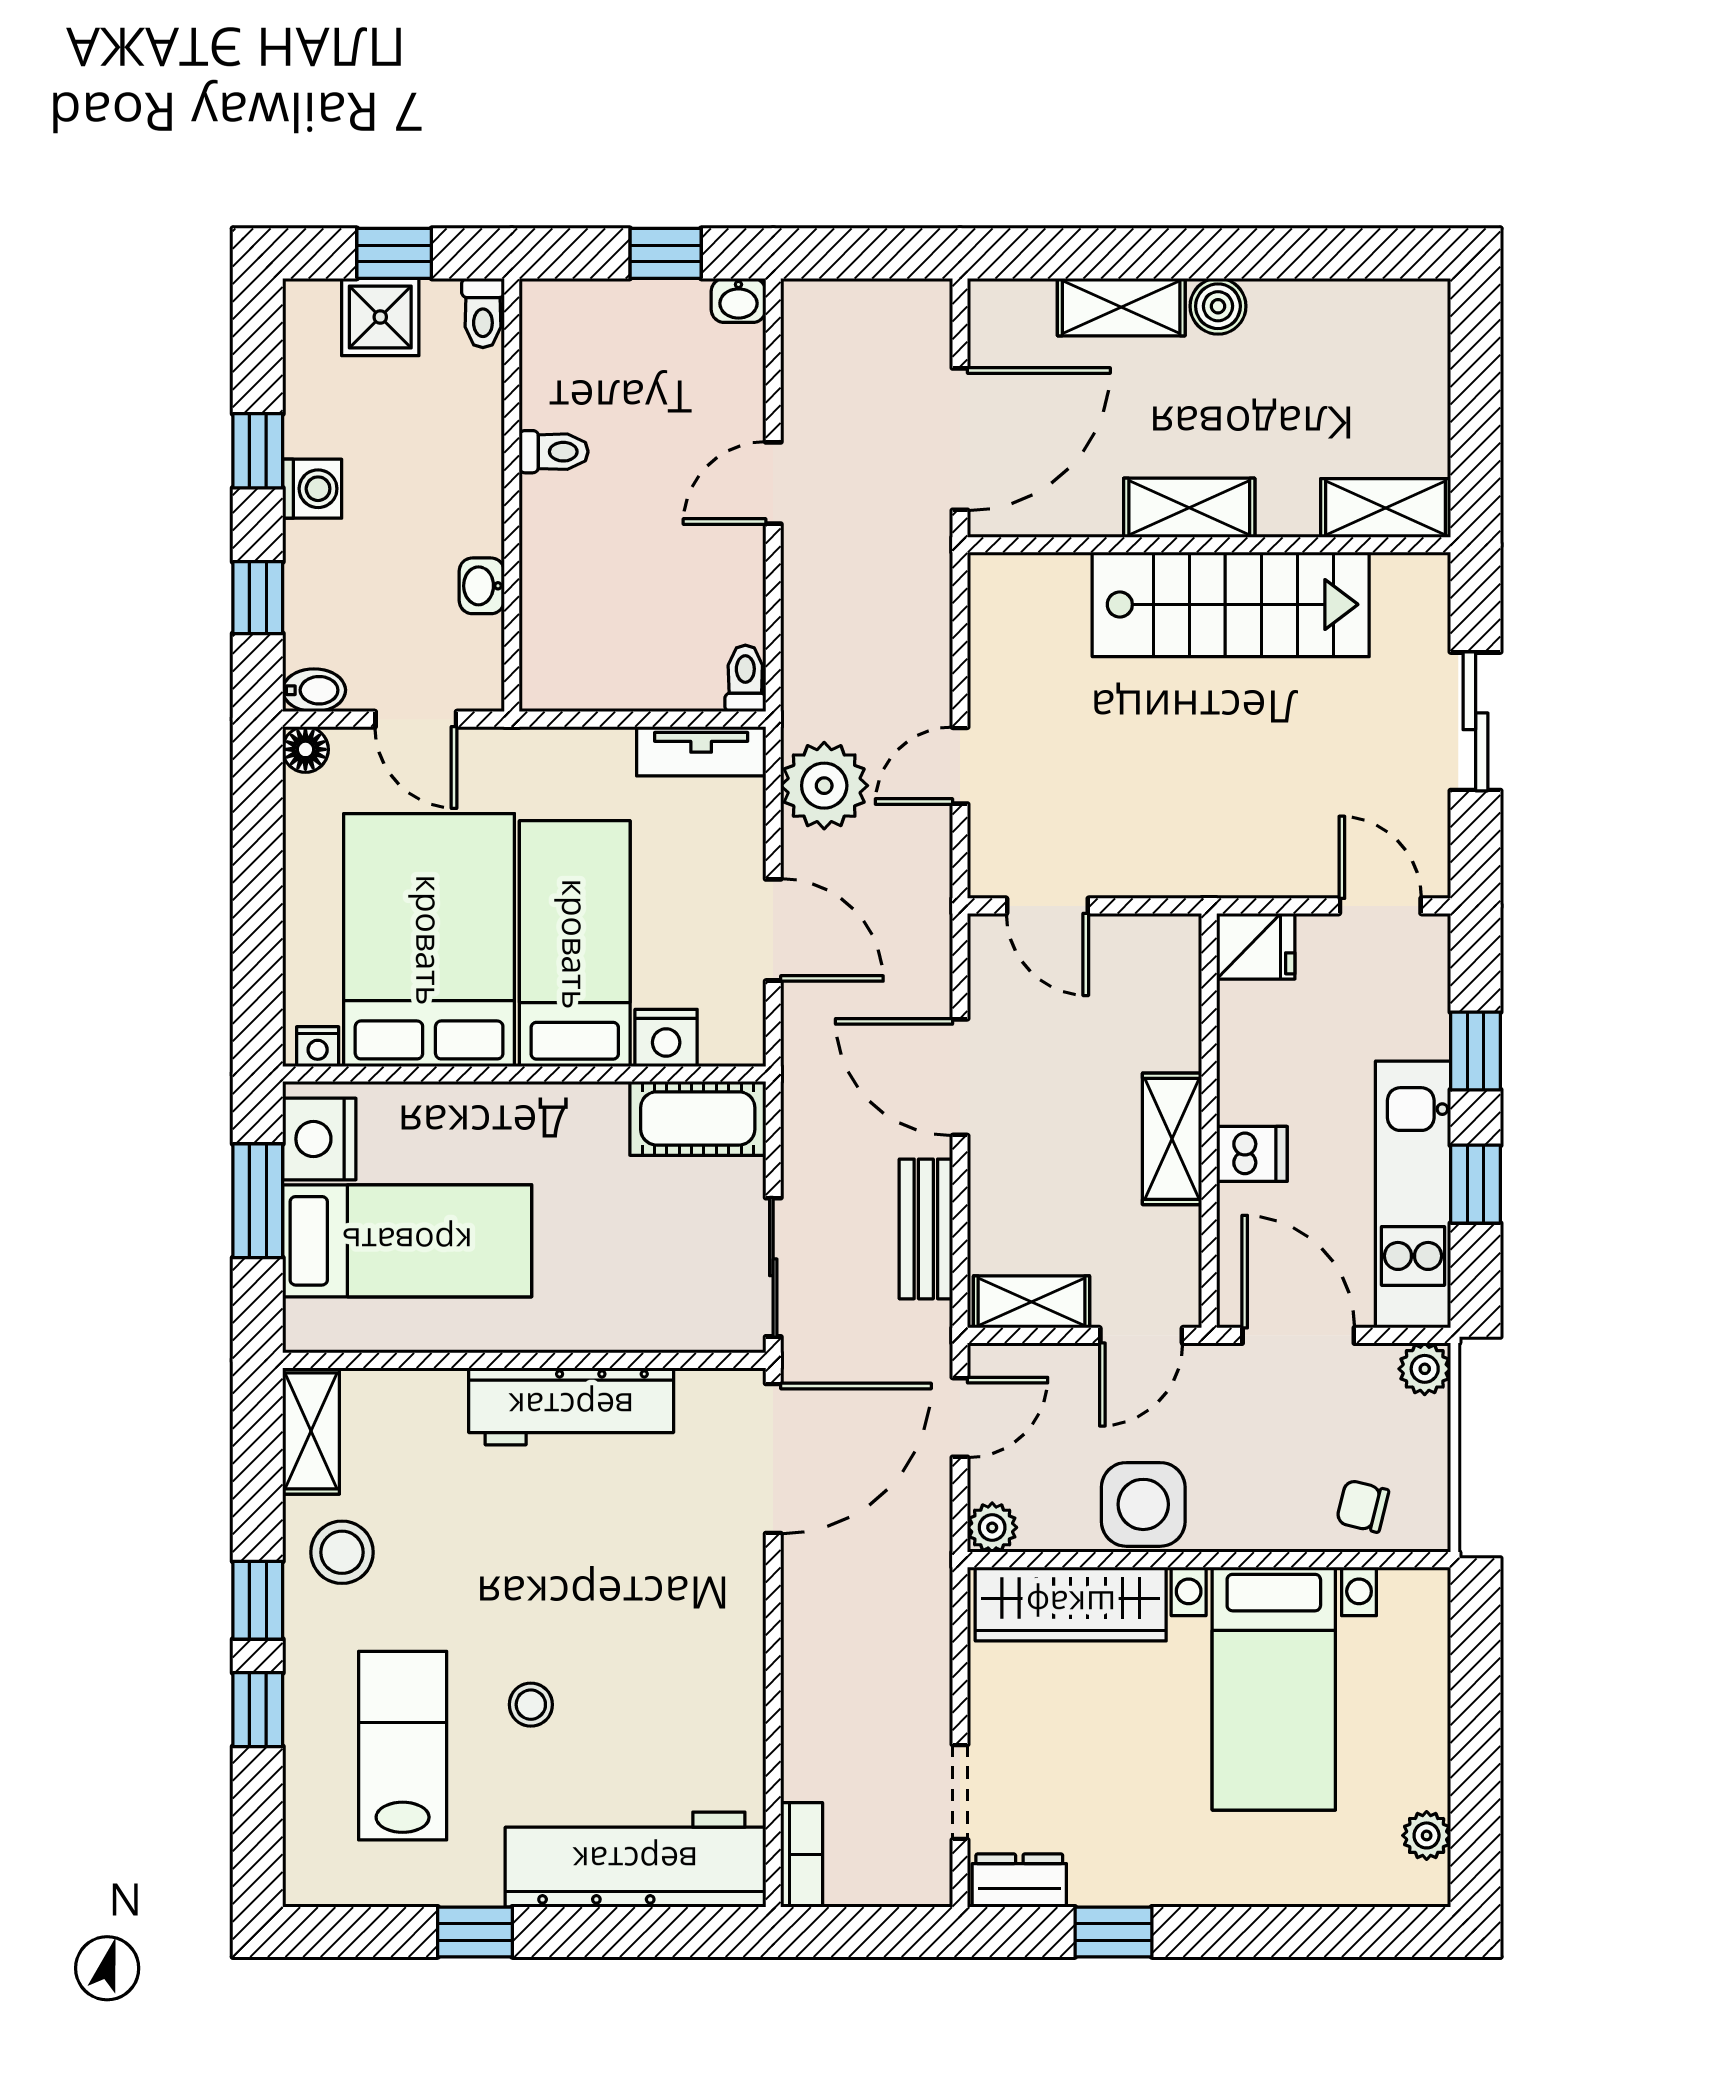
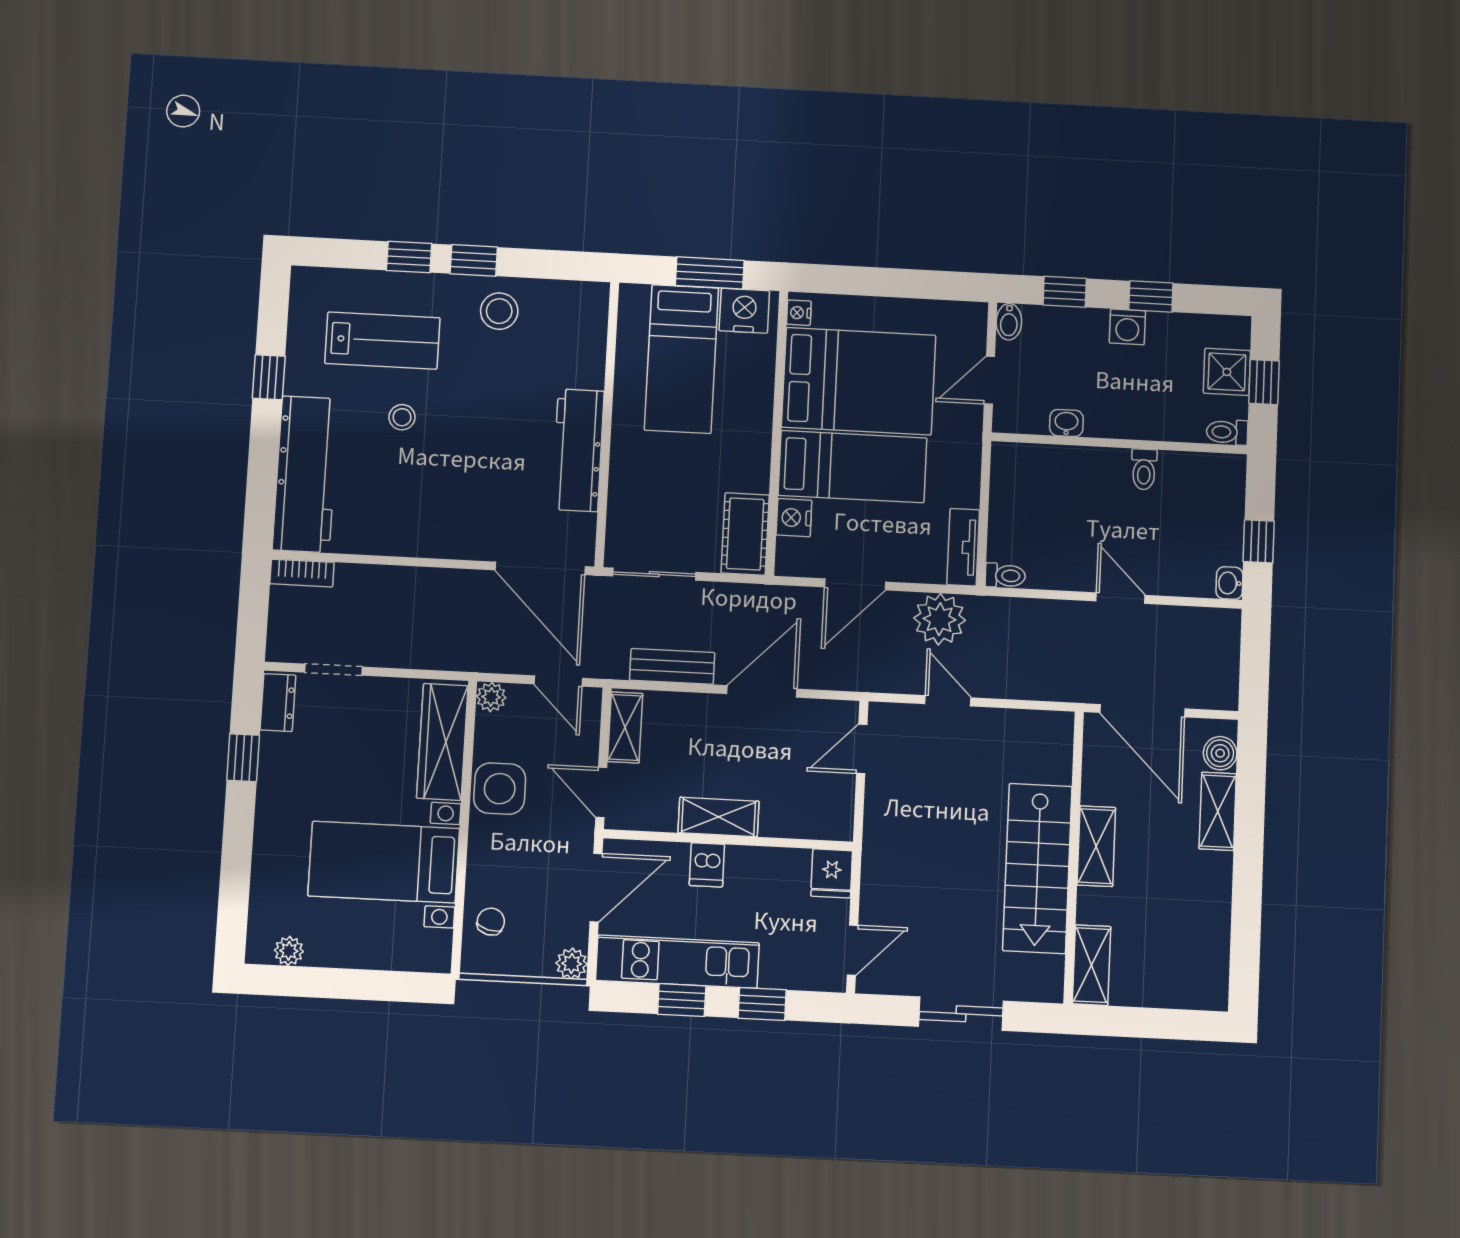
boiler: (1218, 306) -> (1220, 753), moved
floor lamp: (305, 749) -> (974, 315), removed
shelving: (311, 1431) -> (572, 297), removed

